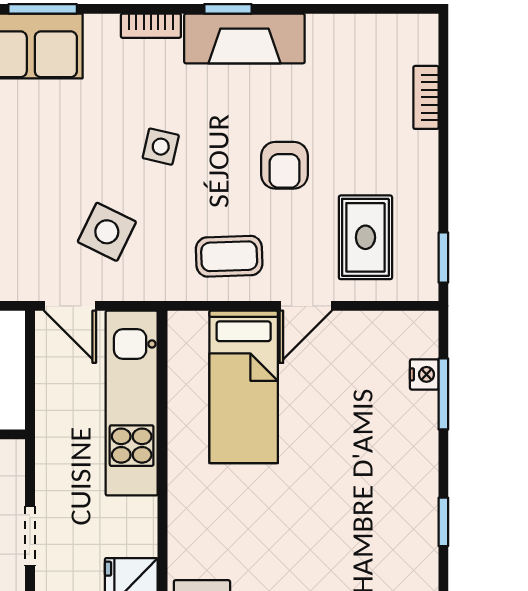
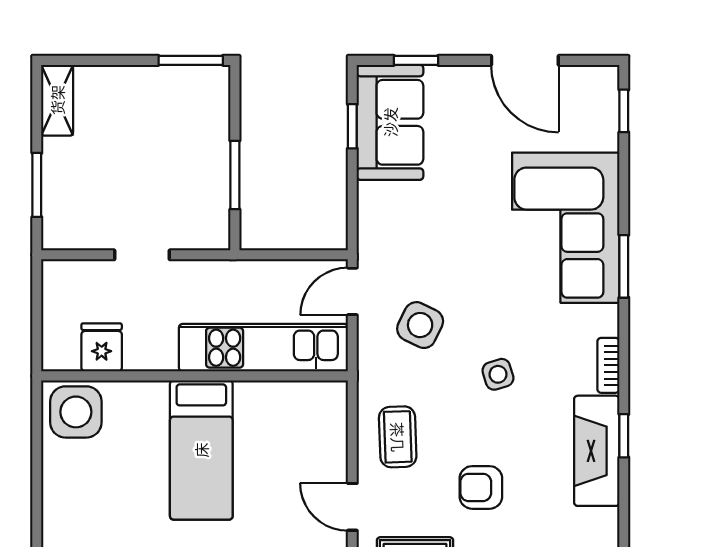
side table: (161, 147) -> (498, 374), turned -30
bed: (244, 387) -> (201, 450), moved, turned -90

